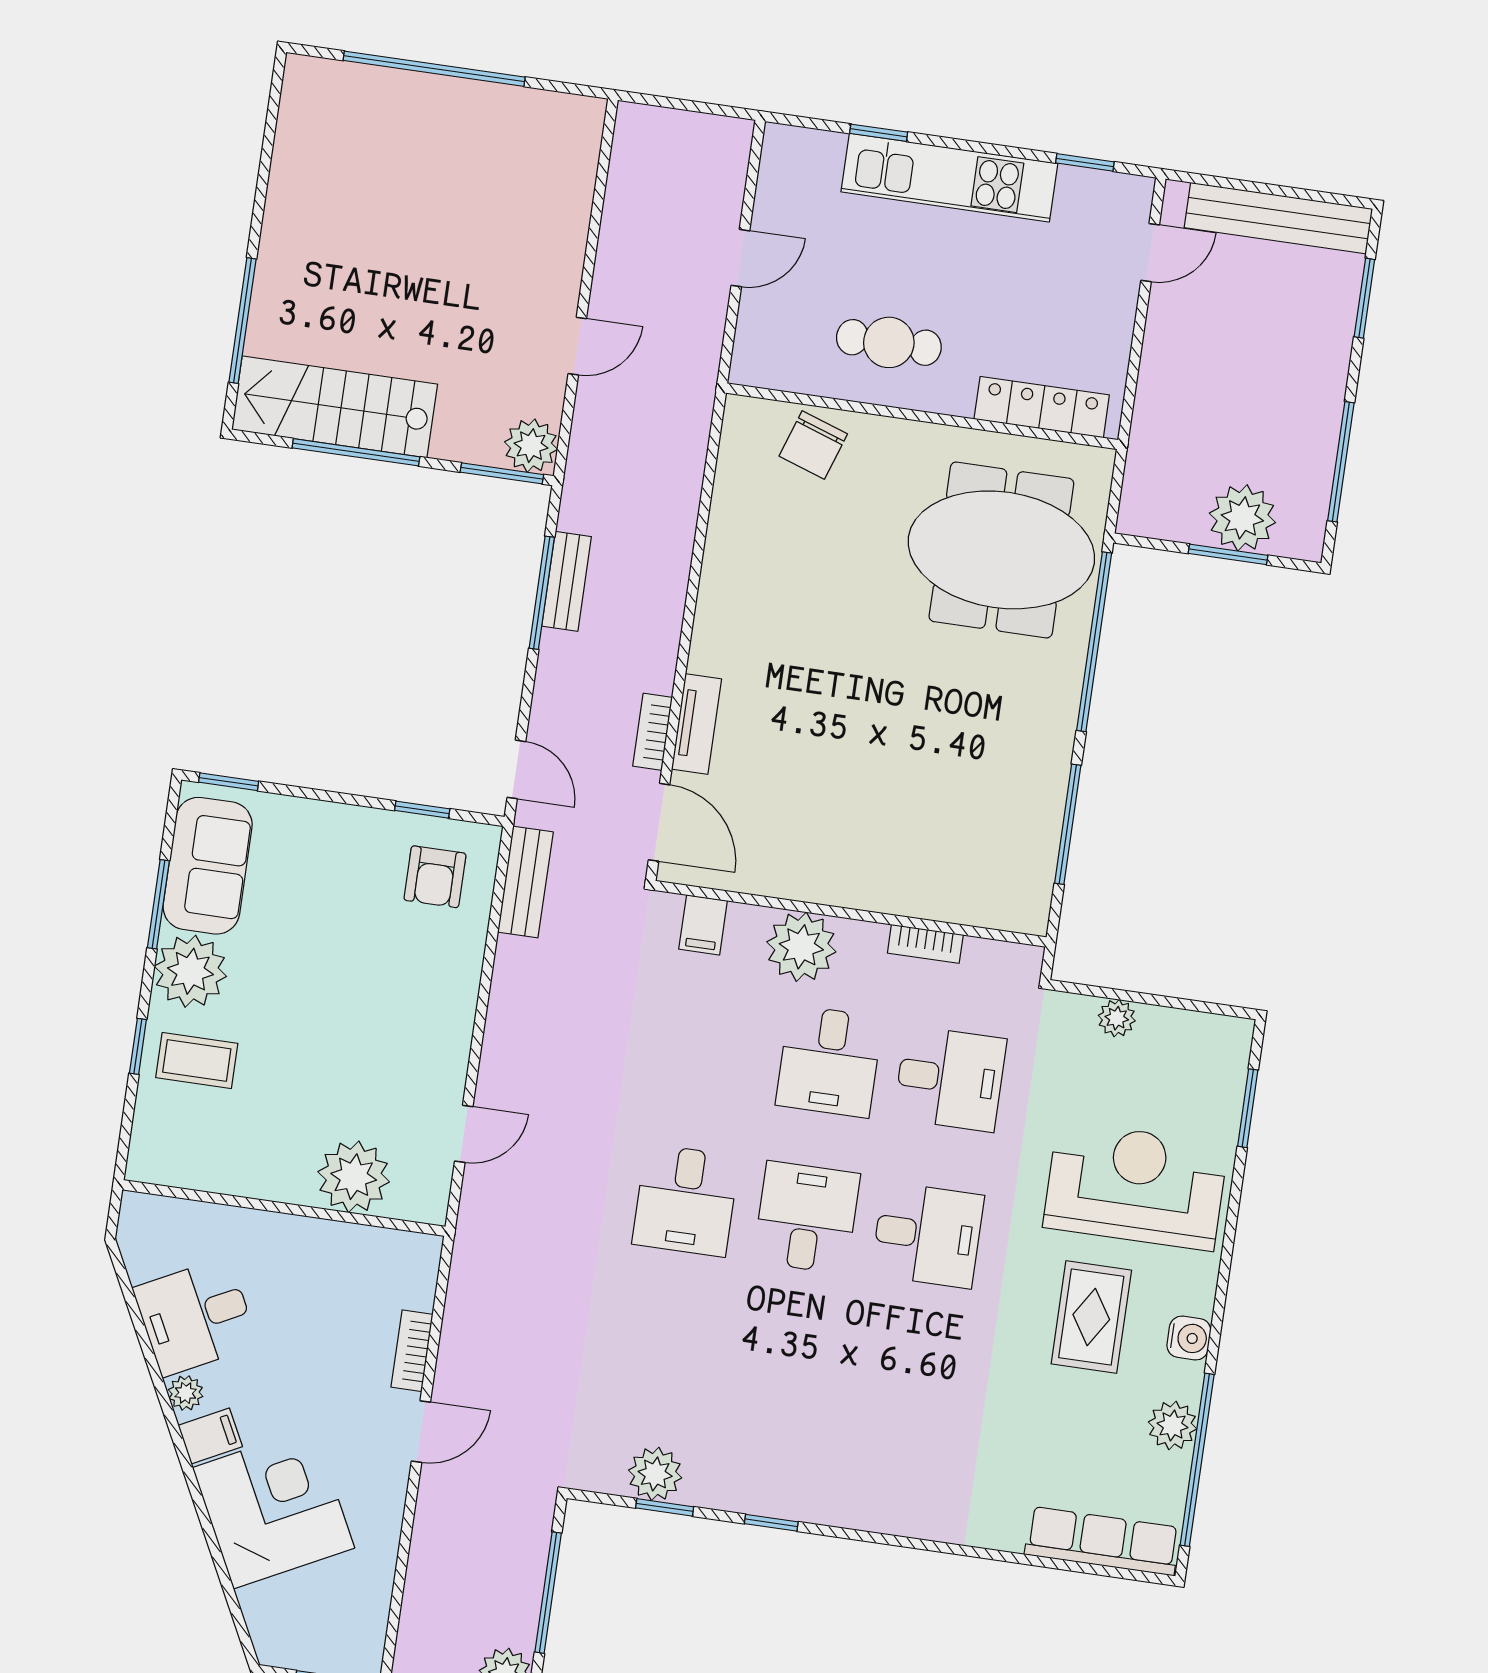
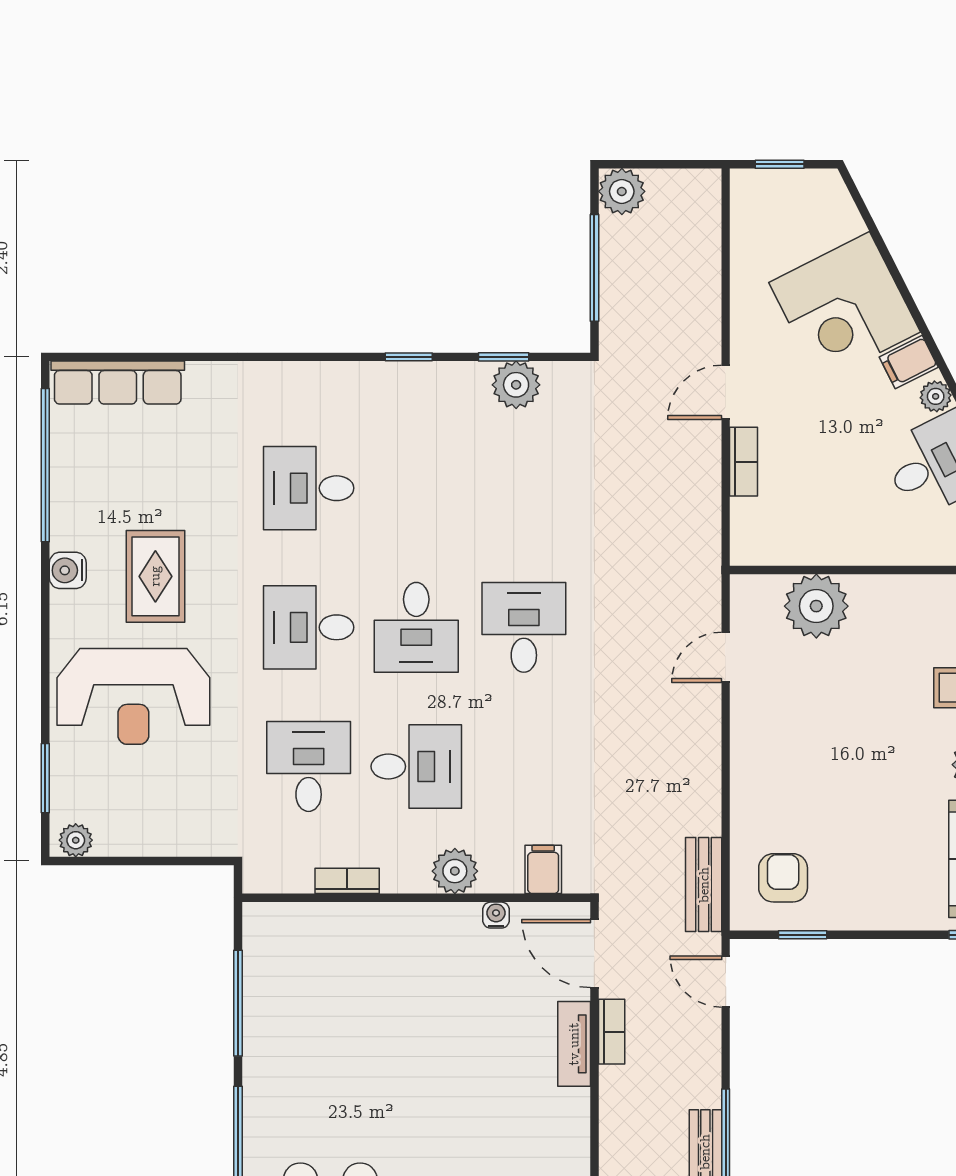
water cooler: (764, 881) -> (496, 915), added
plant: (801, 947) -> (455, 871), width x0.73, depth x0.73
plant: (1117, 1018) -> (76, 840), moved
desk: (829, 1061) -> (416, 766), turned 90
desk: (950, 1079) -> (309, 766), turned 90
desk: (905, 1391) -> (309, 488), added
plant: (1172, 1425) -> (71, 492), removed

